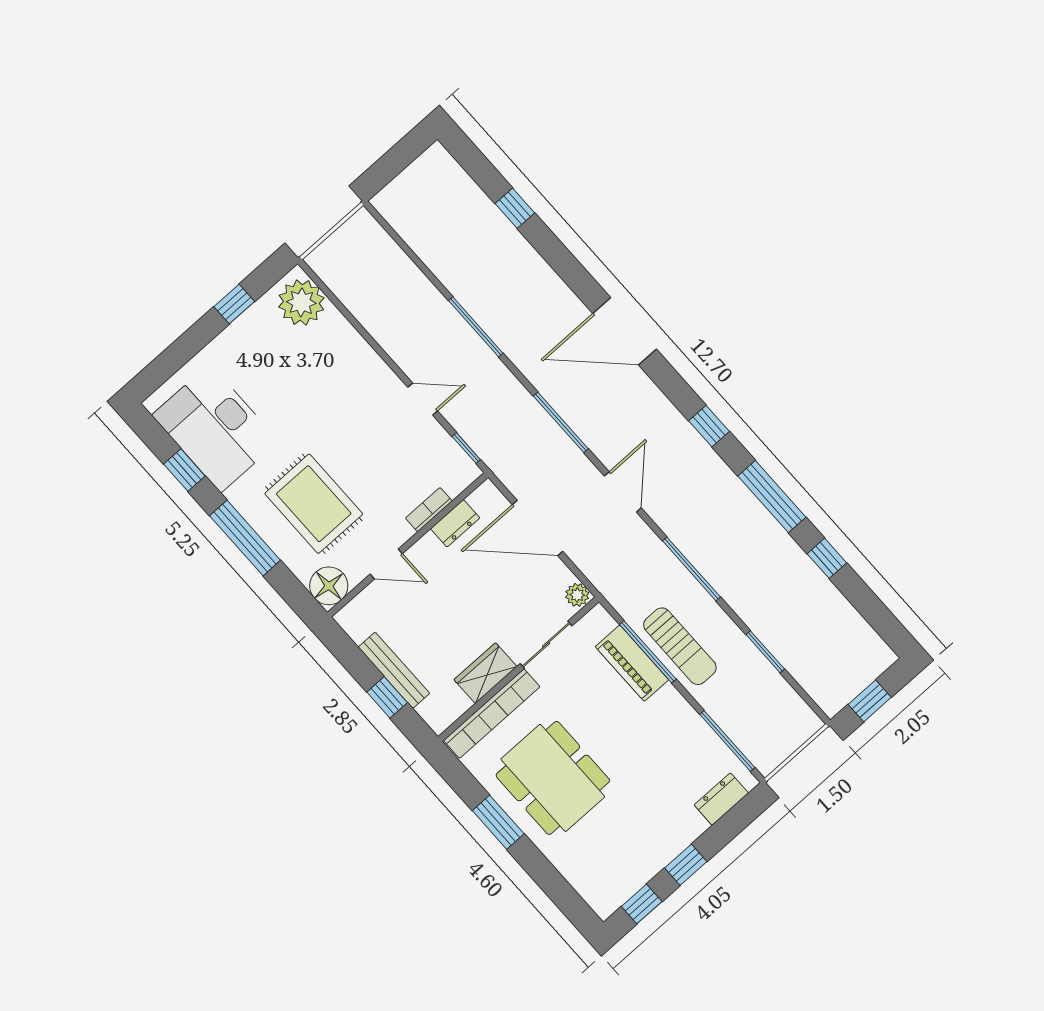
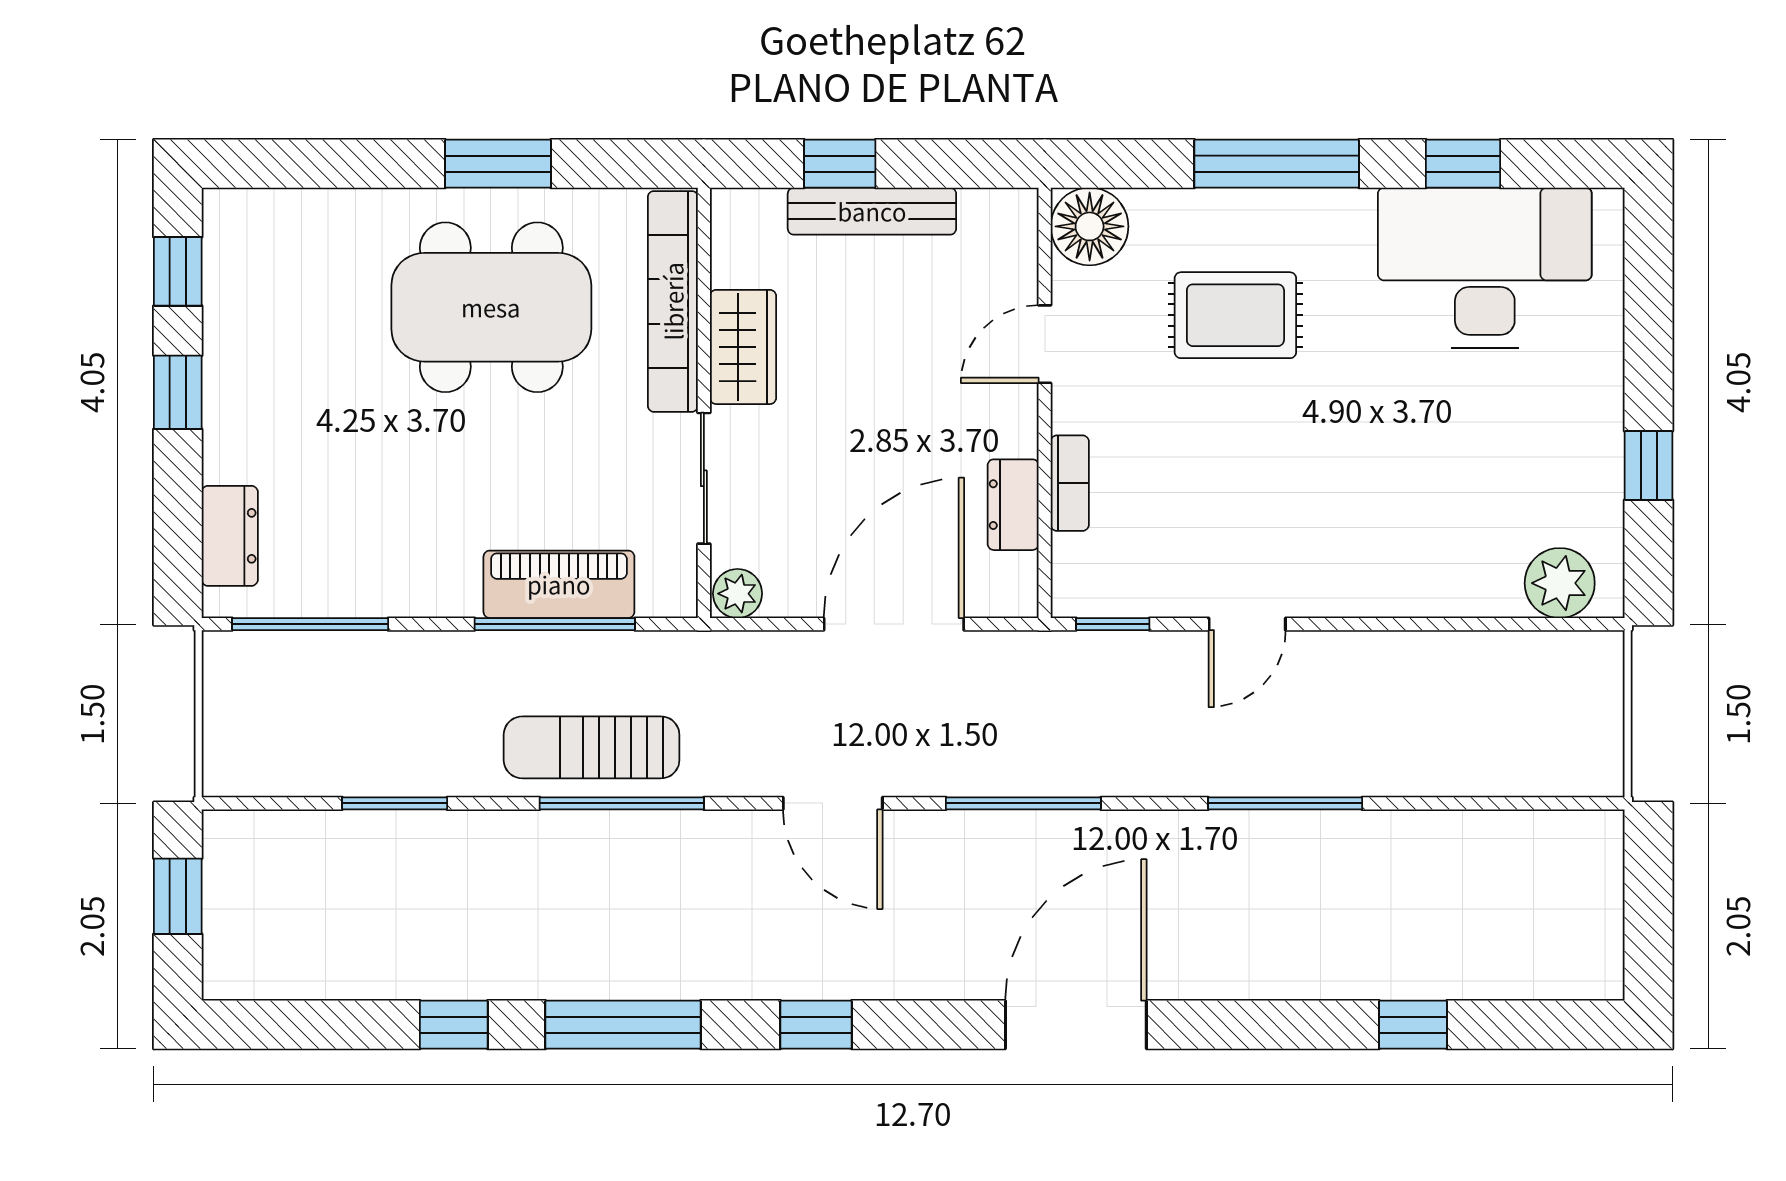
plant: (301, 302) -> (1560, 583), width x0.73, depth x0.73
rug: (314, 504) -> (1235, 315), width x0.73, depth x0.70
sun lounger: (680, 646) -> (592, 747), moved

